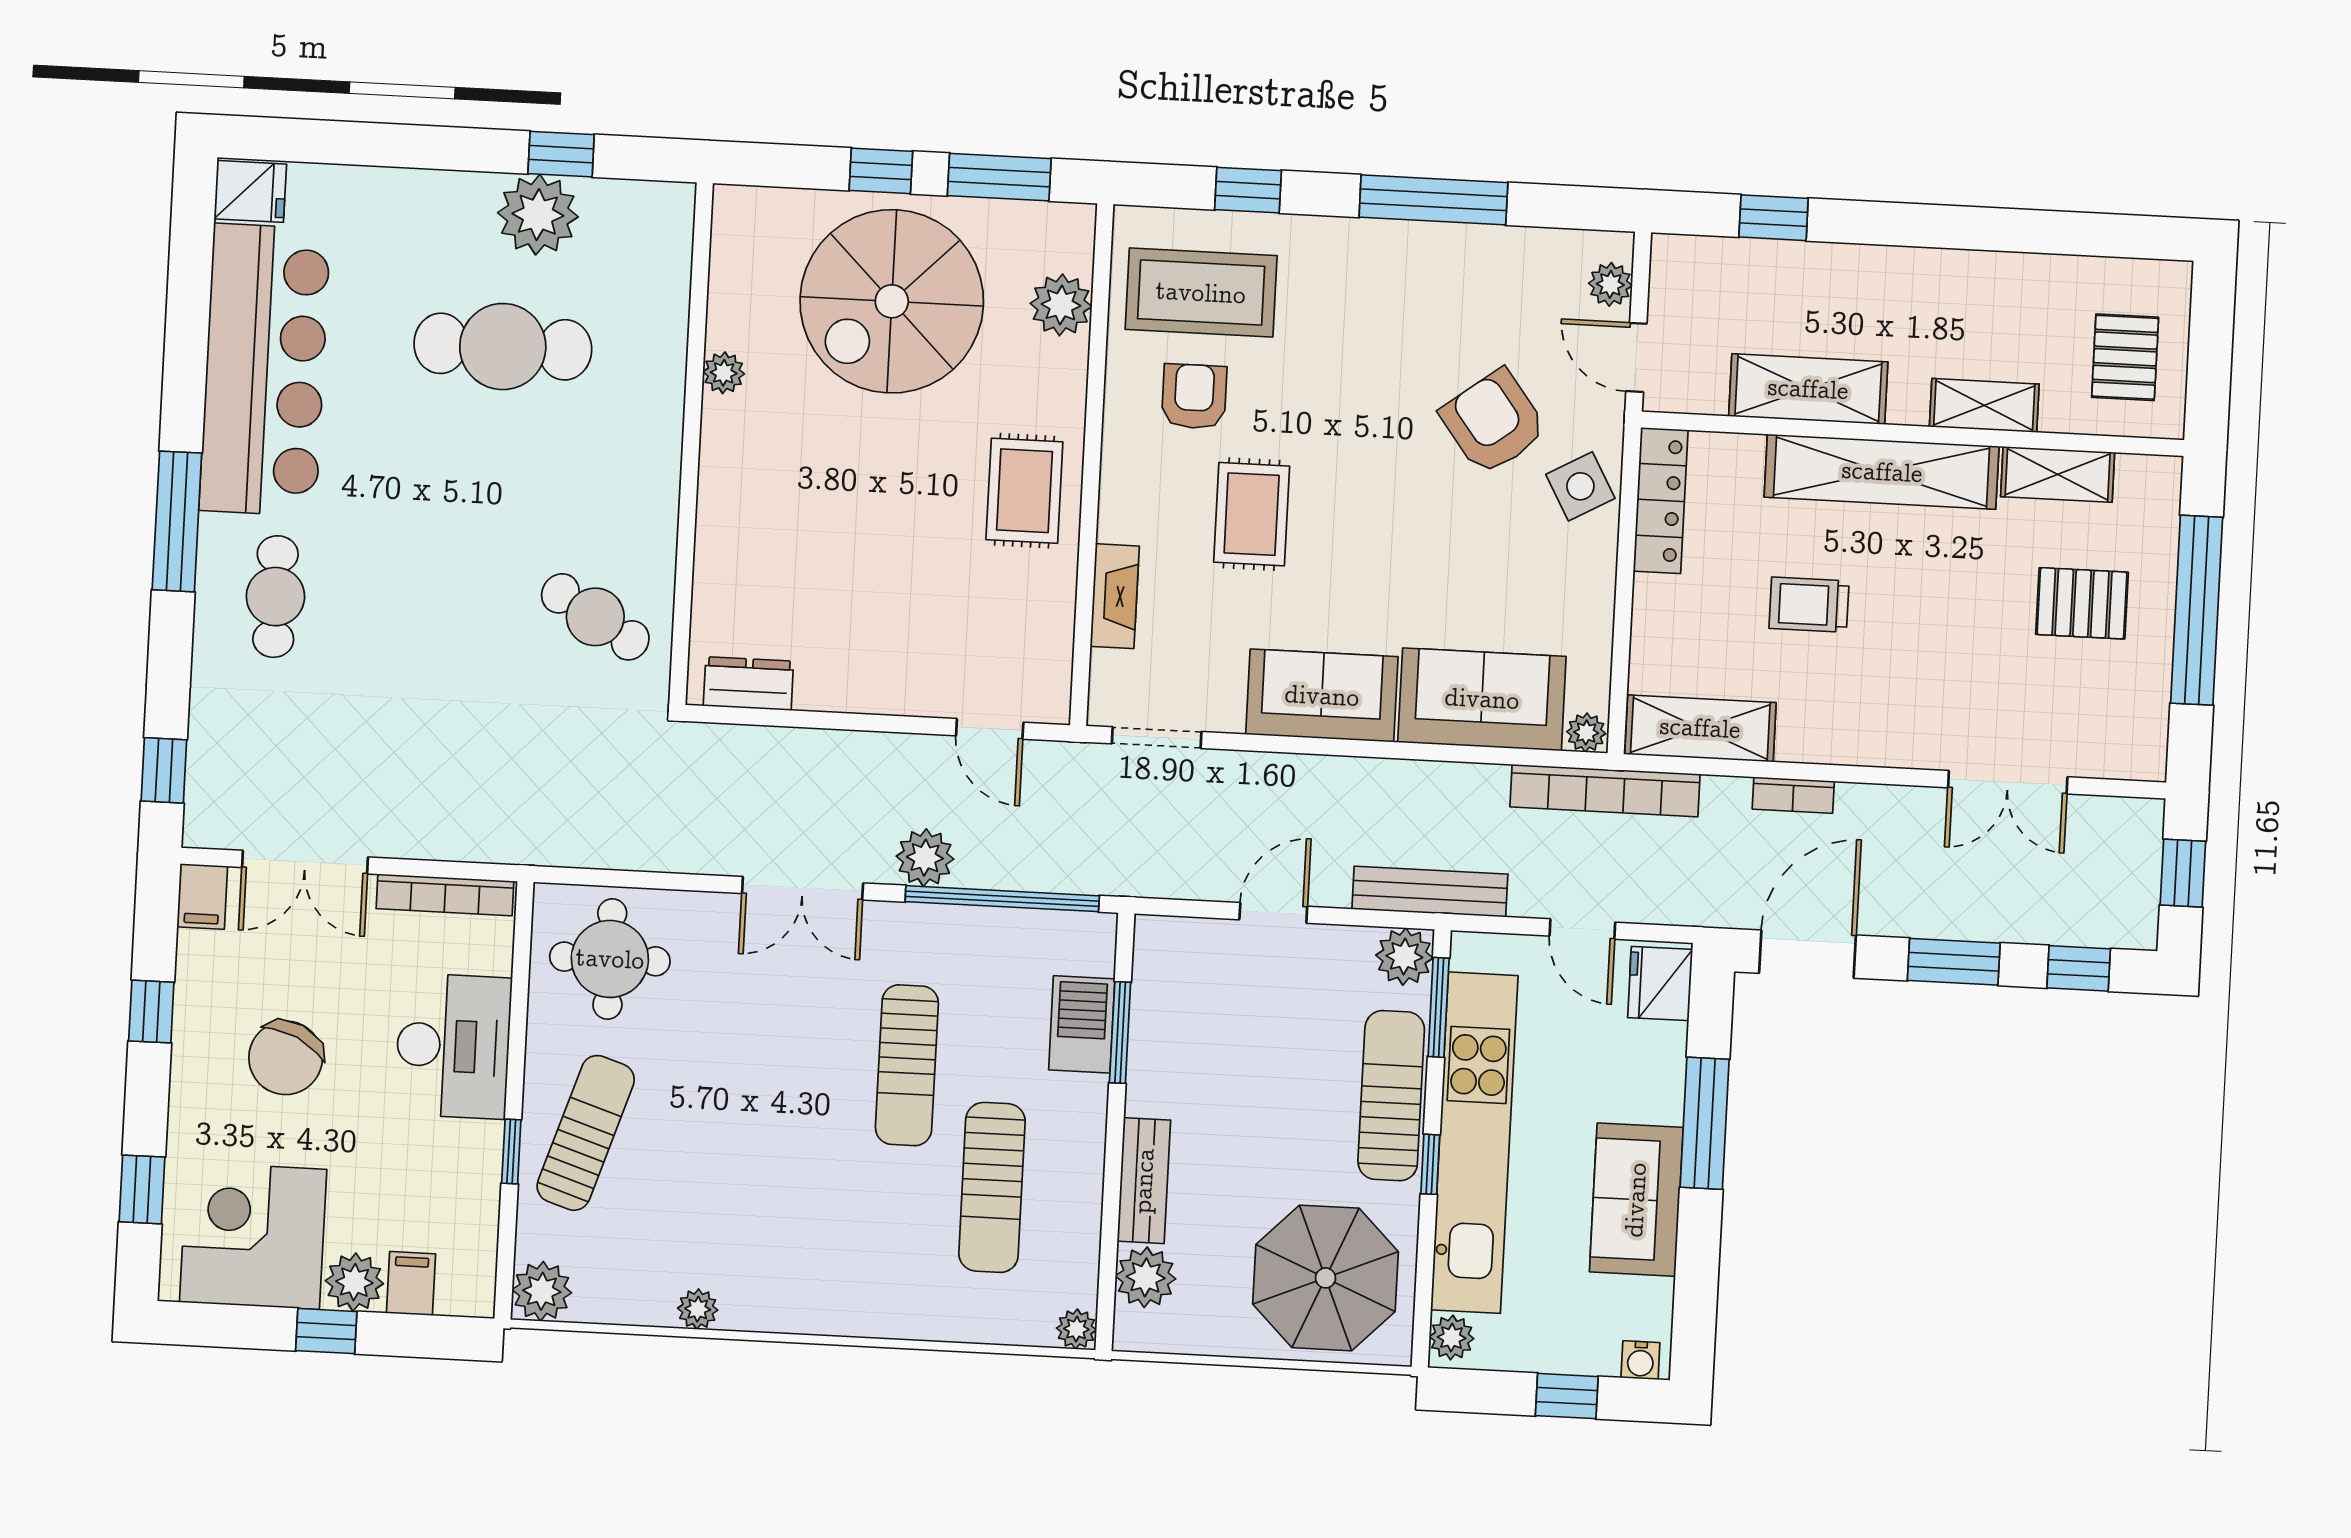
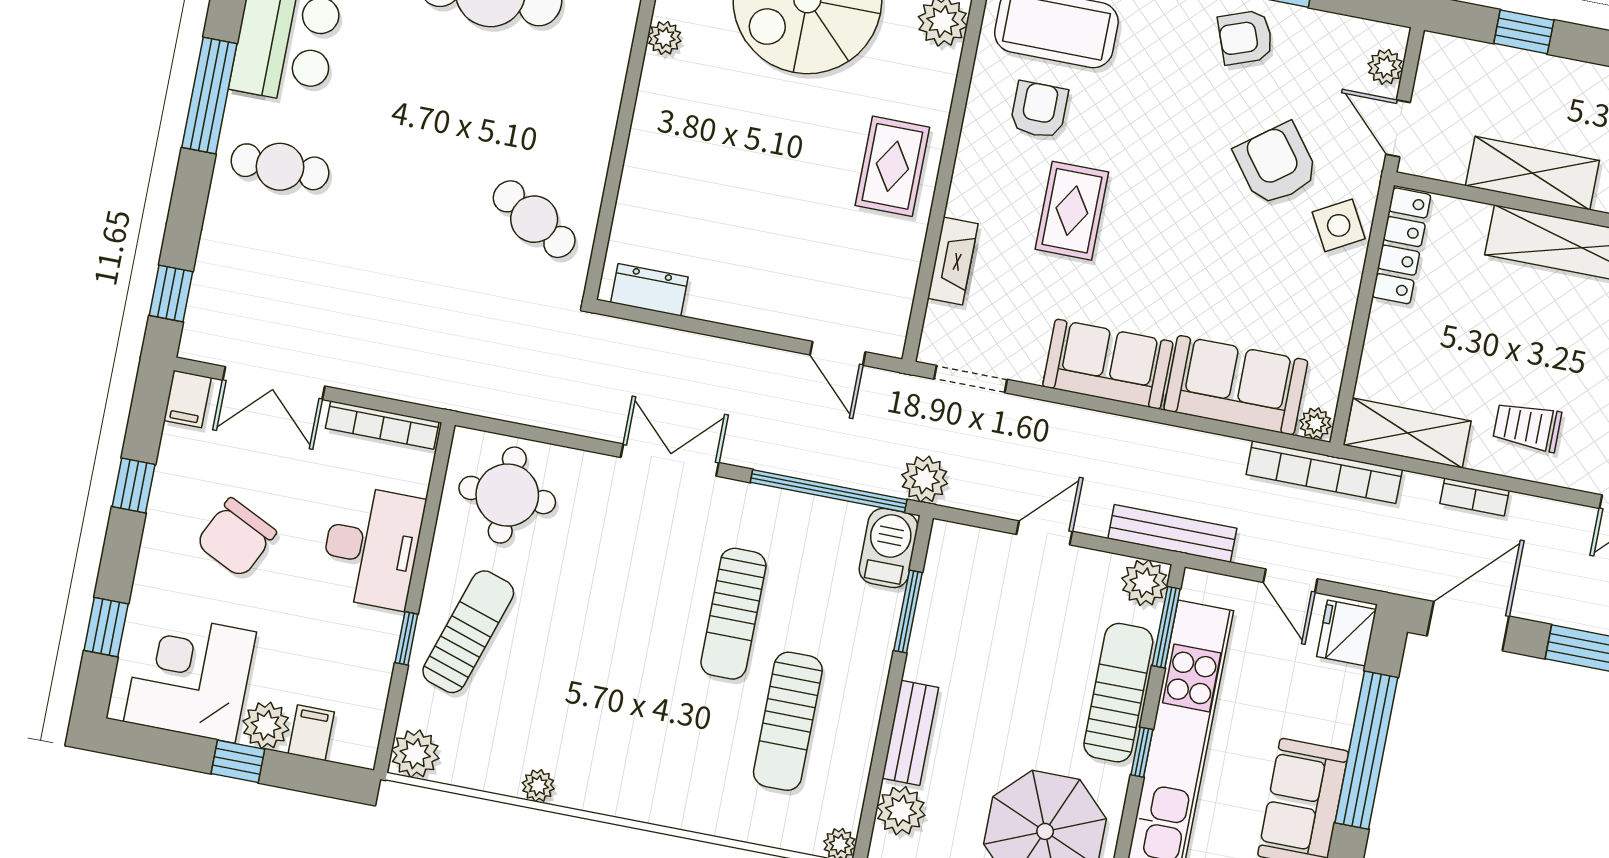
armchair: (1434, 272) -> (1245, 37), added
cafe table: (275, 597) -> (280, 167), turned 90
trolley: (1809, 605) -> (1527, 427), moved
plant: (925, 858) -> (925, 479), moved
double door: (803, 888) -> (670, 460), swing flipped
barbecue: (1082, 1024) -> (888, 548), moved
window: (1705, 1123) -> (1366, 750), width x1.46

